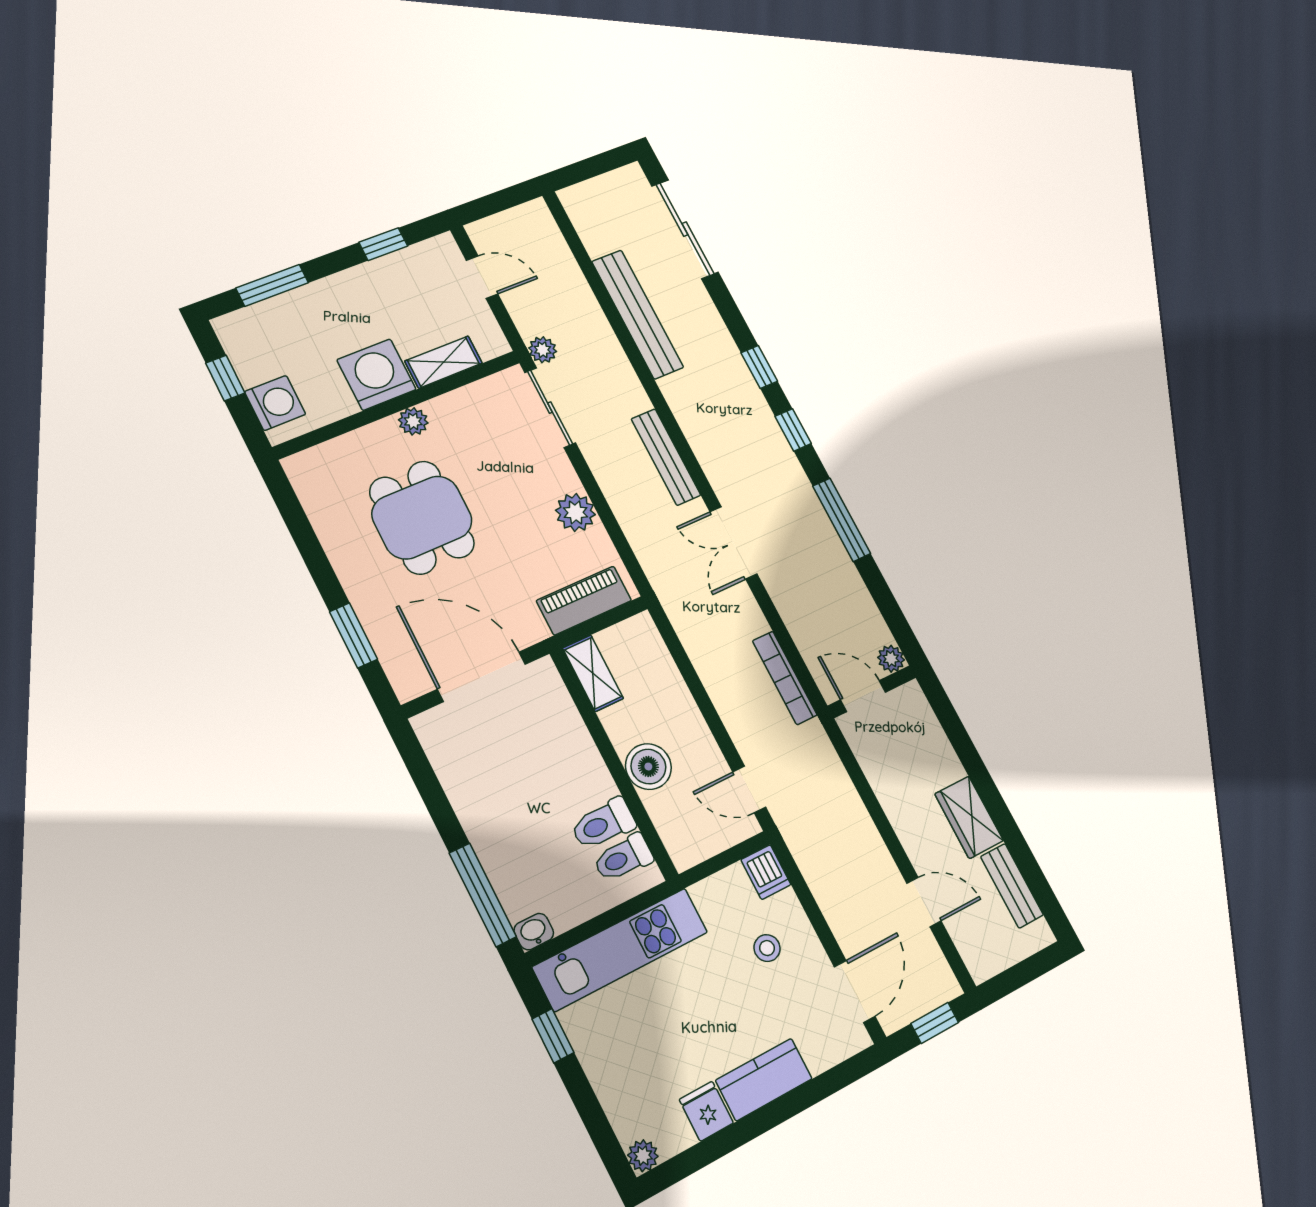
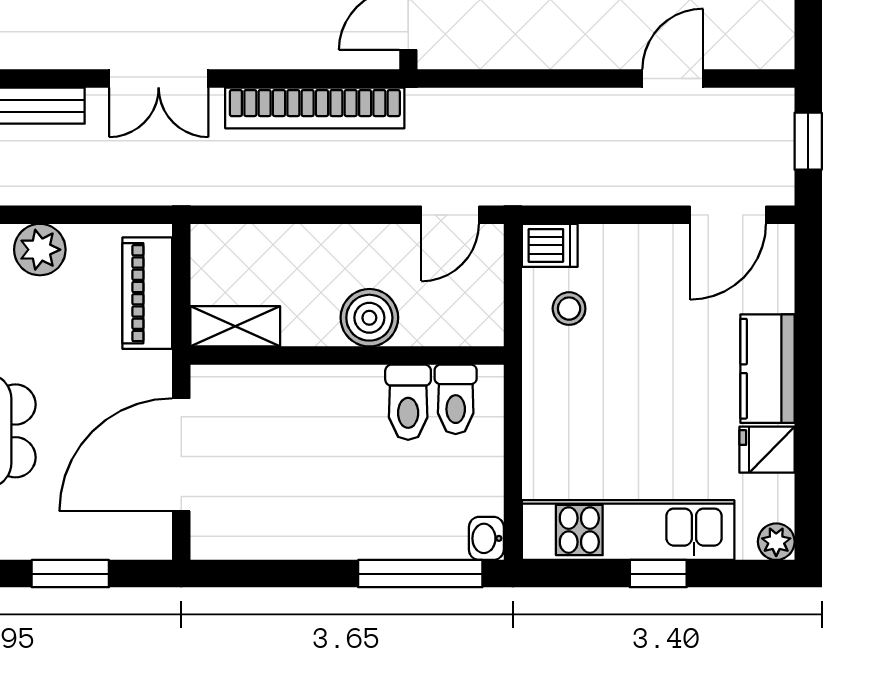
bookcase: (785, 678) -> (315, 108), width x1.48, depth x1.31
stool: (767, 948) -> (569, 309), moved
kitchen unit: (620, 949) -> (628, 530), moved, turned -90
door: (855, 992) -> (728, 215), swing flipped
window: (553, 1036) -> (658, 574), moved

